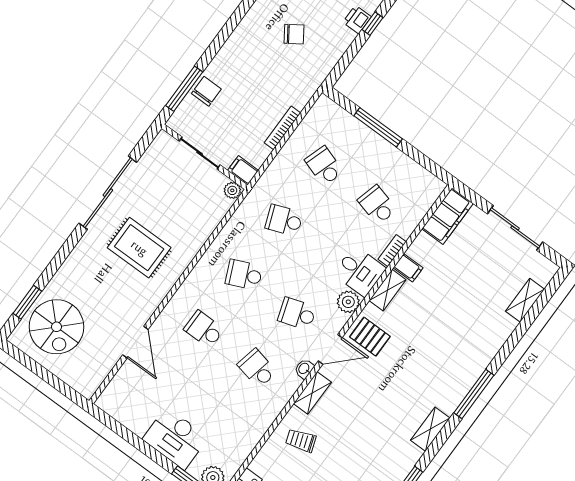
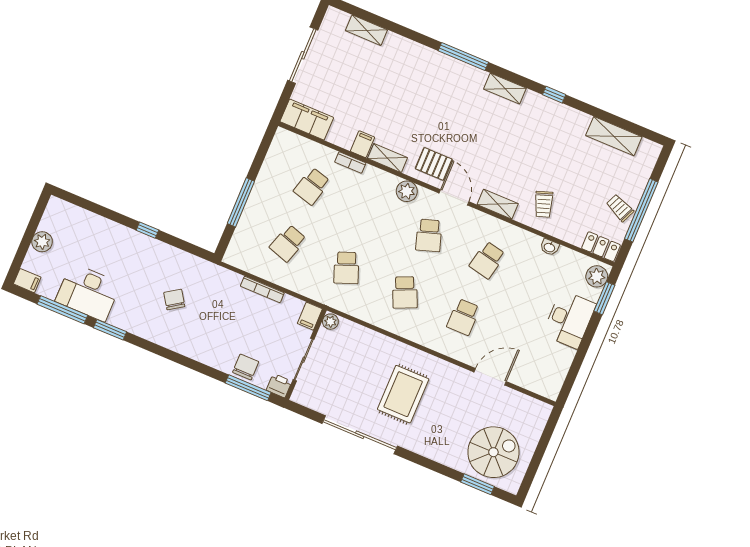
printer: (357, 20) -> (279, 386), moved, turned 180
chair: (206, 91) -> (246, 367), turned 90
desk: (360, 271) -> (376, 188), removed
pallet: (370, 337) -> (434, 164), turned 90
washbasin: (304, 369) -> (550, 247), moved

